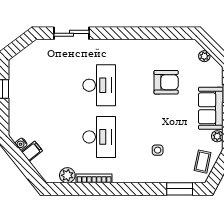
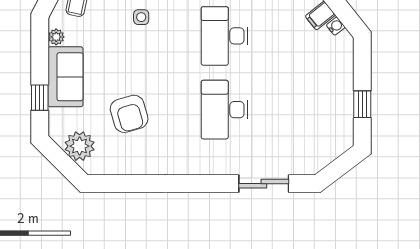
plant: (204, 56) -> (80, 146), width x1.88, depth x1.88
armchair: (166, 82) -> (129, 114), turned -106

